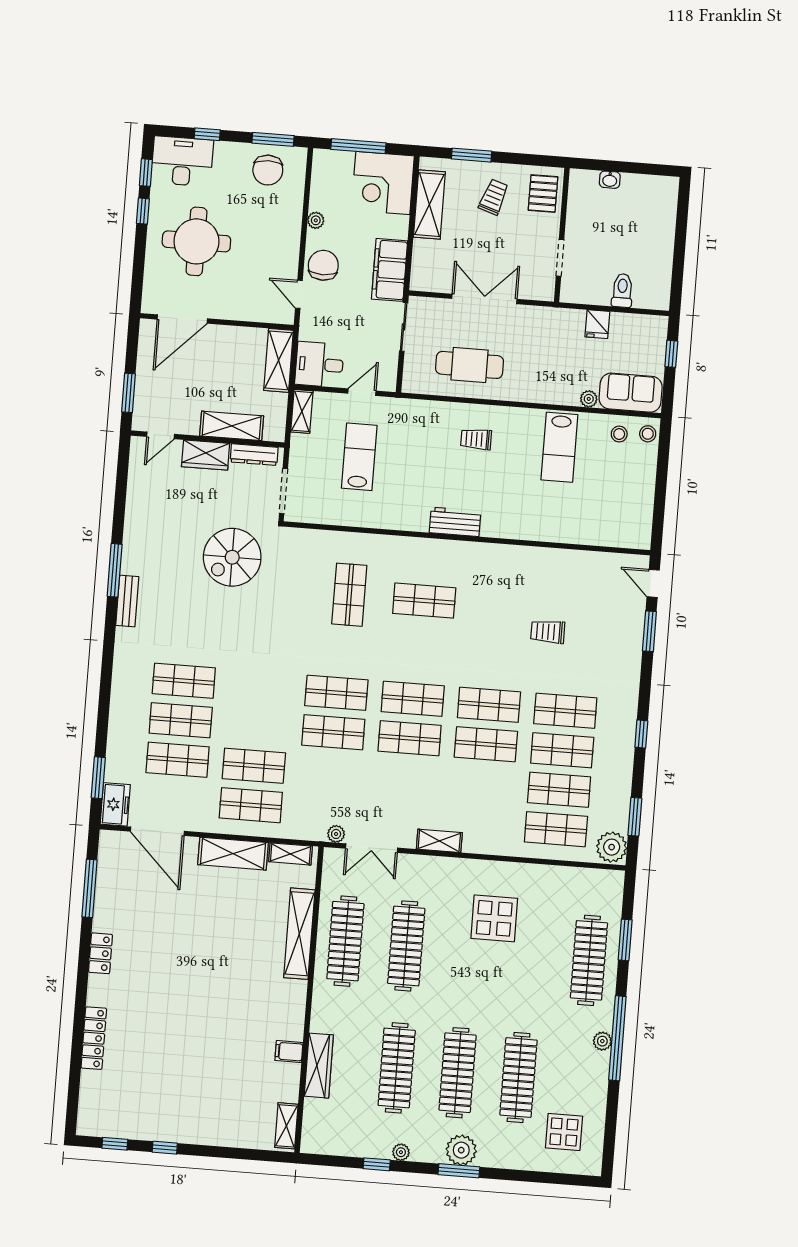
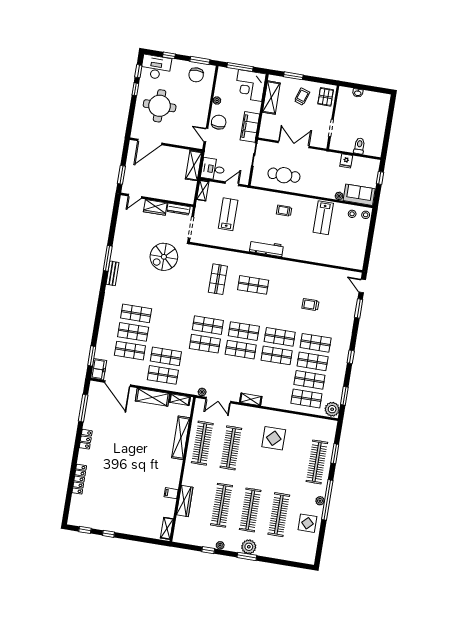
shelving: (232, 426) -> (169, 195), removed
workbench: (455, 522) -> (266, 248), width x1.38
display table: (564, 1132) -> (307, 523), moved

